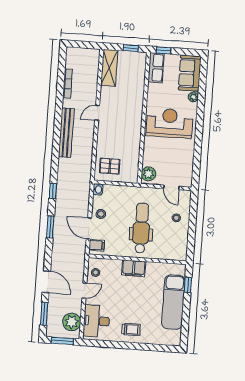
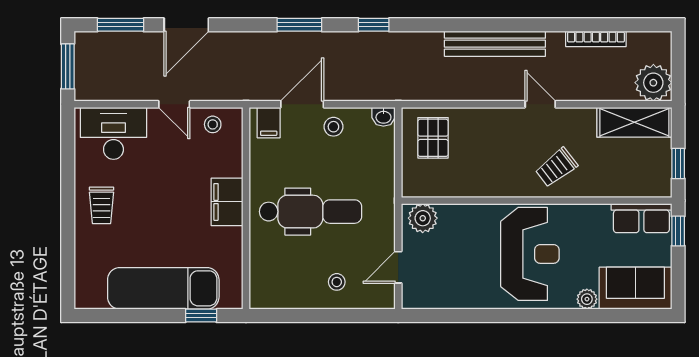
trolley: (128, 107) -> (556, 167), added
plant: (72, 322) -> (653, 83), moved

